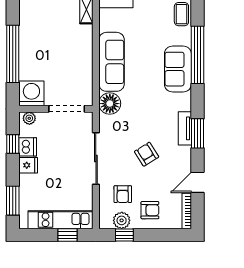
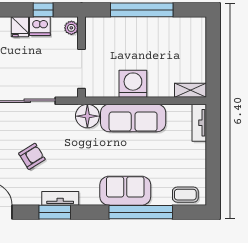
washing machine: (31, 93) -> (133, 84), moved, turned -90

